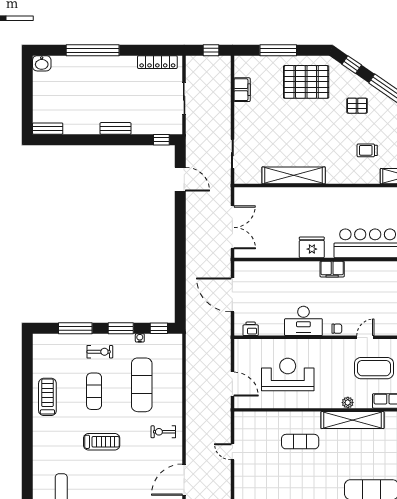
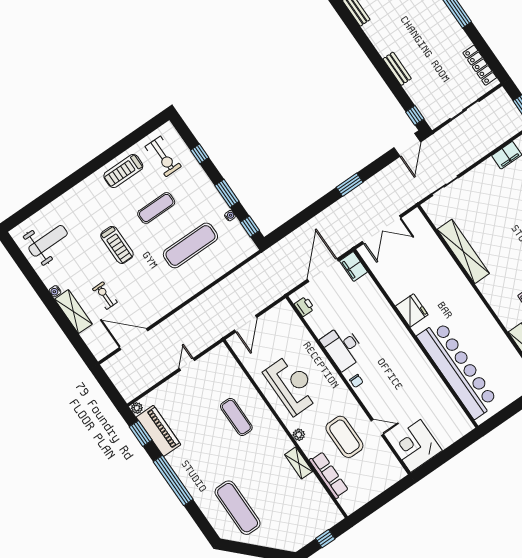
door: (180, 179) -> (407, 145), moved
window: (180, 228) -> (350, 185), added
filing cabinet: (332, 269) -> (353, 266), moved
window: (75, 328) -> (200, 154), width x0.46
door: (365, 337) -> (377, 427), moved
exercise bike: (100, 352) -> (163, 156), moved, width x1.38, depth x1.39
reception desk: (288, 375) -> (292, 385), moved
treadmill: (47, 397) -> (123, 171), turned 180
shelving: (352, 420) -> (299, 463), width x0.45, depth x0.75
exercise bike: (163, 432) -> (105, 296), moved

